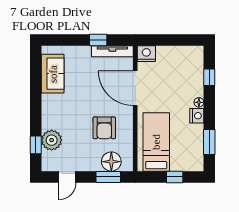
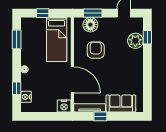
sofa: (53, 74) -> (121, 103), moved, turned 90
nightstand: (197, 116) -> (26, 97), moved

